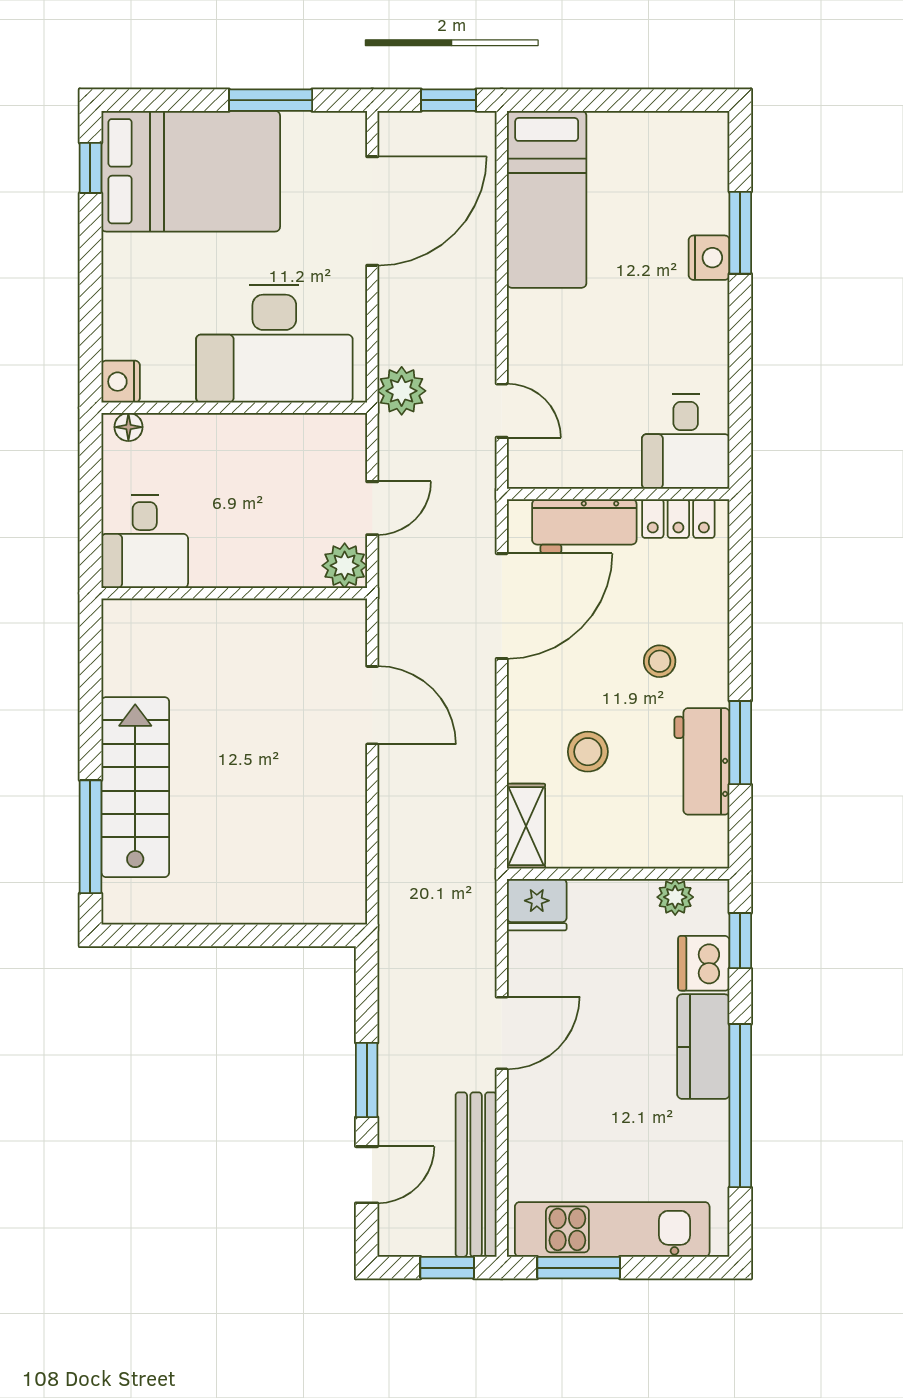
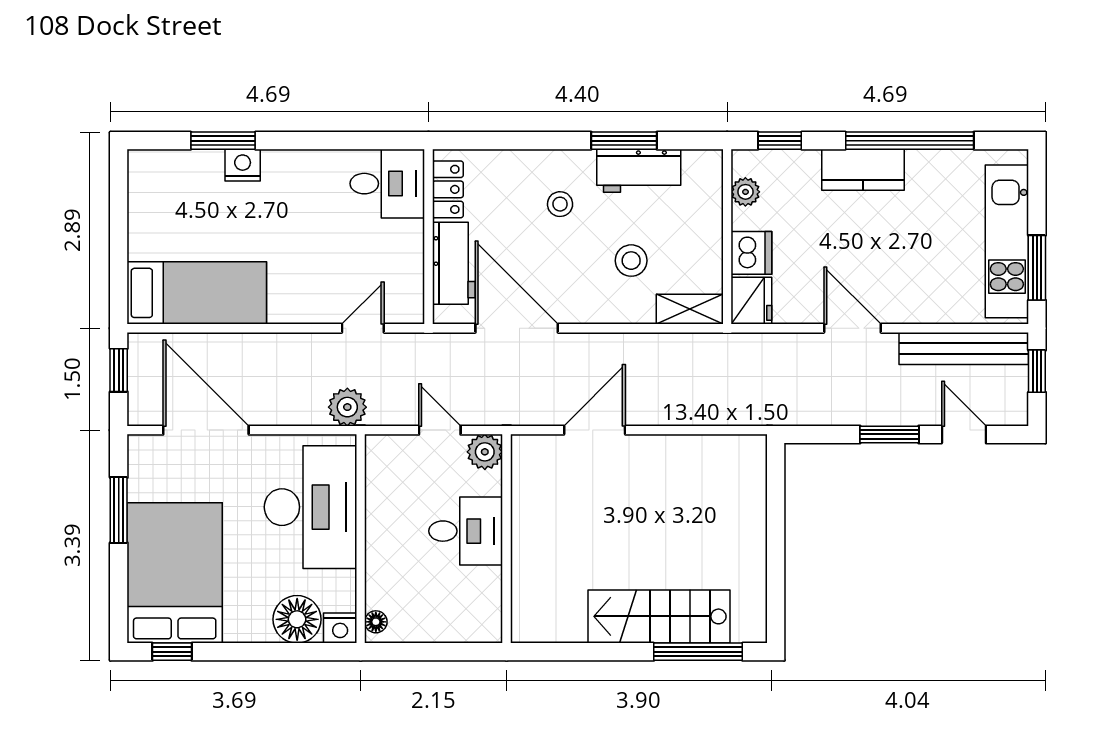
floor lamp: (132, 327) -> (297, 619), added
desk: (145, 541) -> (466, 531), moved
dishwasher: (704, 963) -> (751, 253), moved, turned -90

